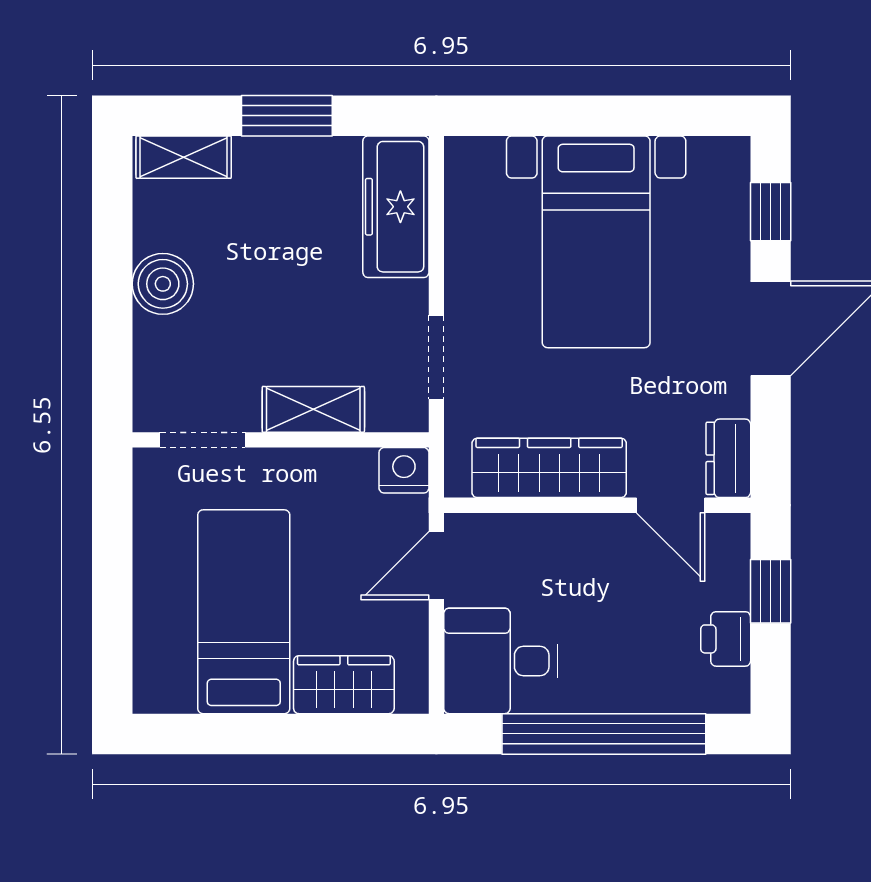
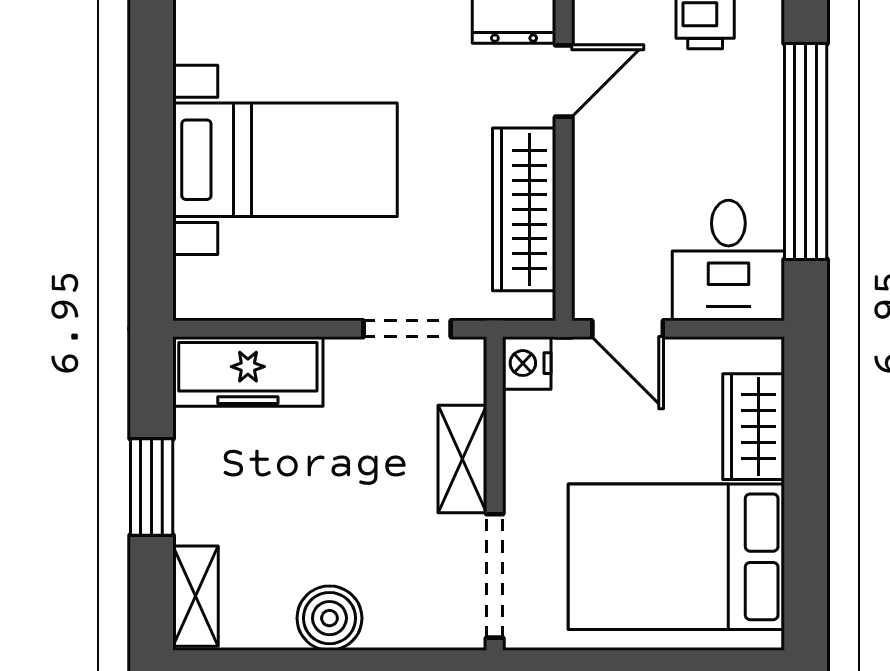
doorway: (203, 440) -> (495, 576), width x1.38
bed: (244, 612) -> (676, 557), width x1.50

